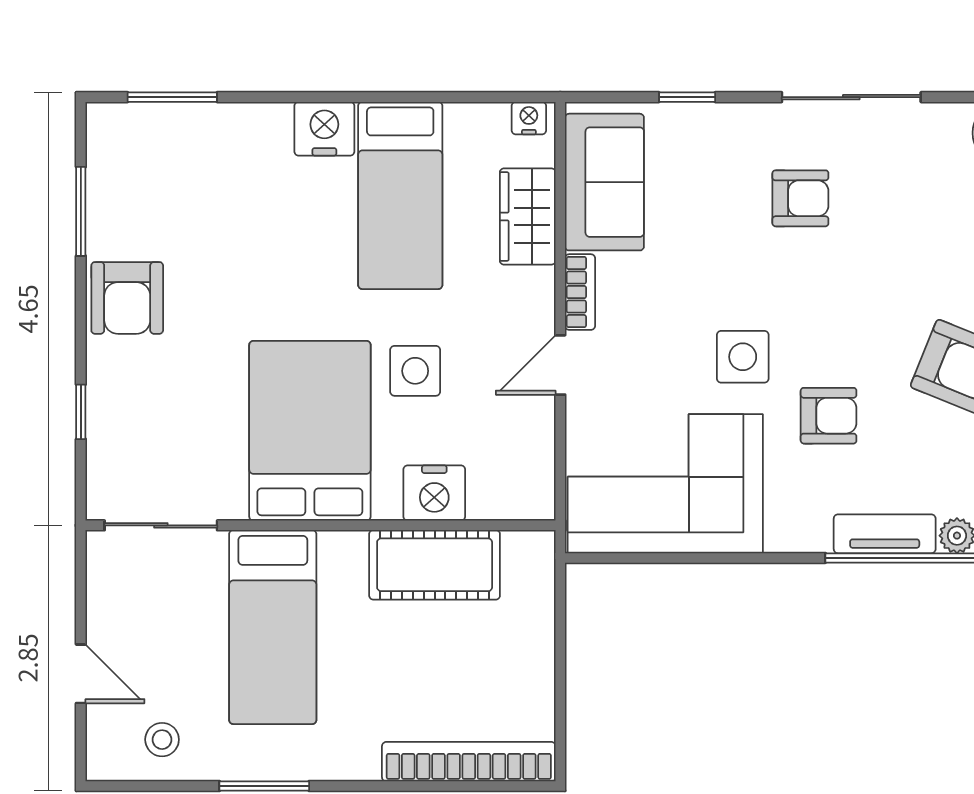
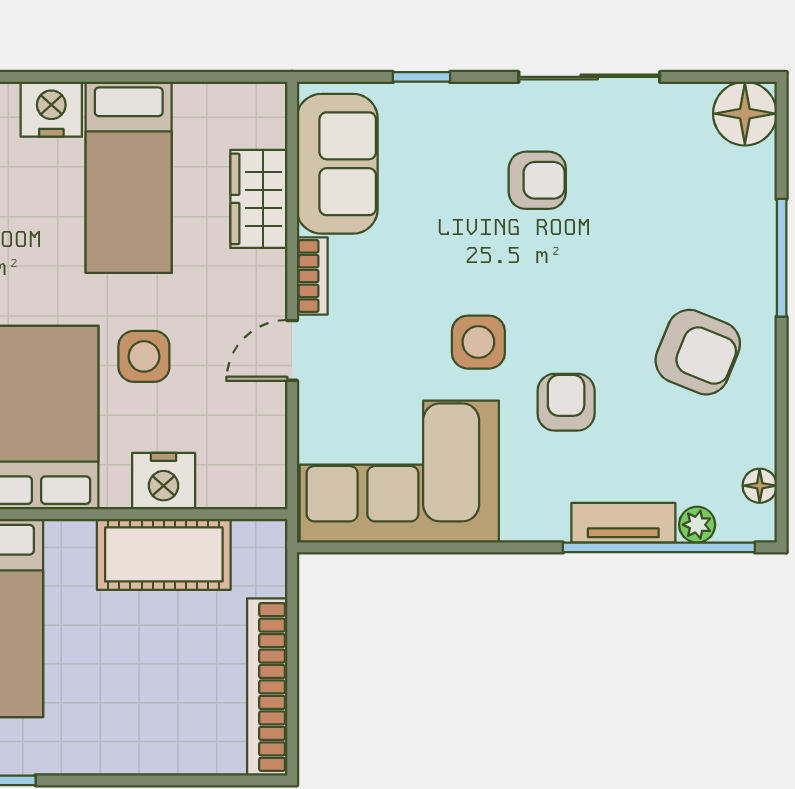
nightstand: (529, 118) -> (260, 98), removed
armchair: (829, 416) -> (566, 402), turned -90
bookcase: (469, 762) -> (267, 687), moved, turned -90

